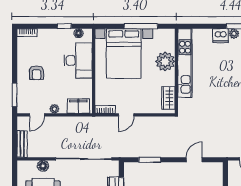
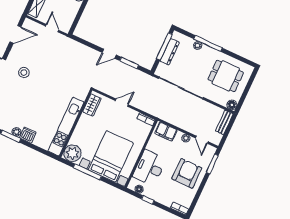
plant: (165, 61) -> (73, 153), moved
armchair: (37, 73) -> (187, 173), width x1.88, depth x1.88
door: (37, 115) -> (202, 140), swing flipped
door: (126, 115) -> (122, 103), moved
door: (194, 160) -> (109, 54), moved
floor lamp: (43, 166) -> (232, 105), moved

